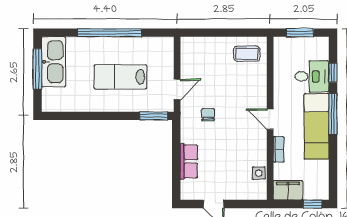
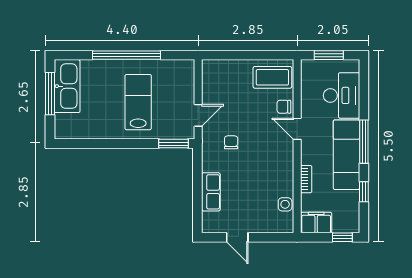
coffee table: (247, 54) -> (272, 77), width x1.36, depth x1.30
window: (333, 73) -> (364, 192), moved
desk: (312, 76) -> (342, 95), width x1.37
lab bench: (120, 77) -> (138, 102), turned 90
chair: (258, 81) -> (284, 107), added
door: (270, 119) -> (297, 129), moved

